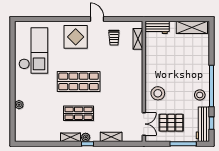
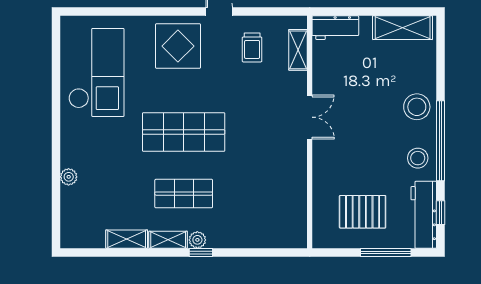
stool: (158, 93) -> (417, 107), moved
double door: (144, 124) -> (310, 117), moved
shelving: (111, 137) -> (127, 239), moved

